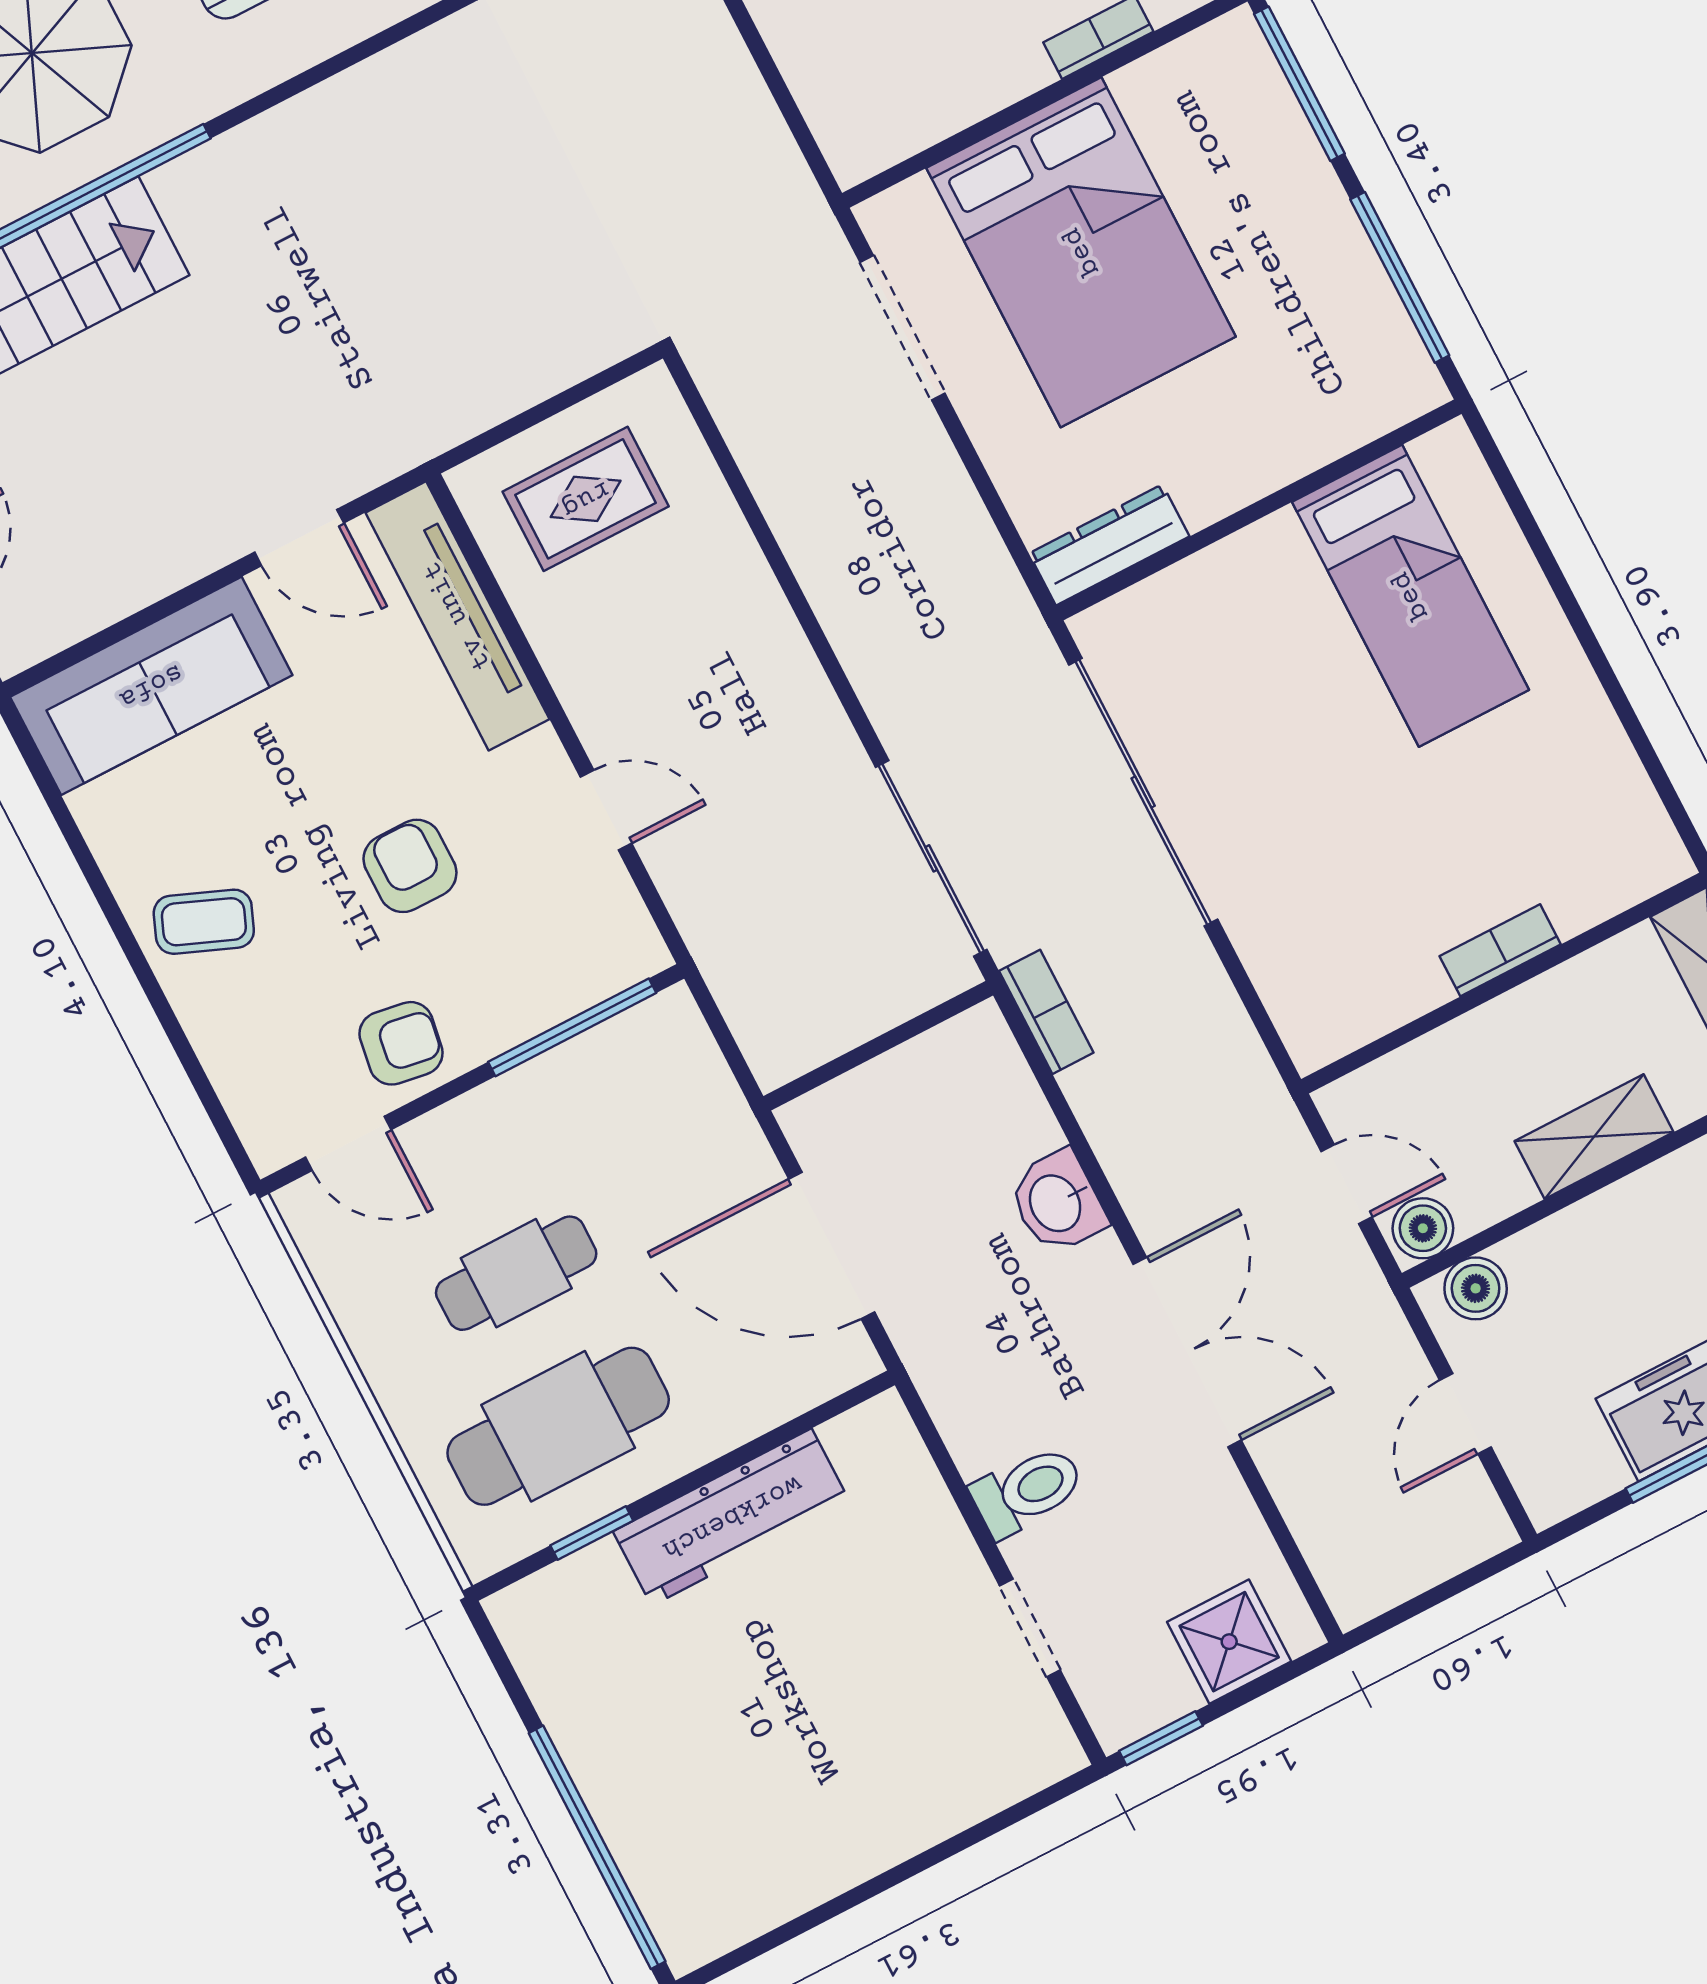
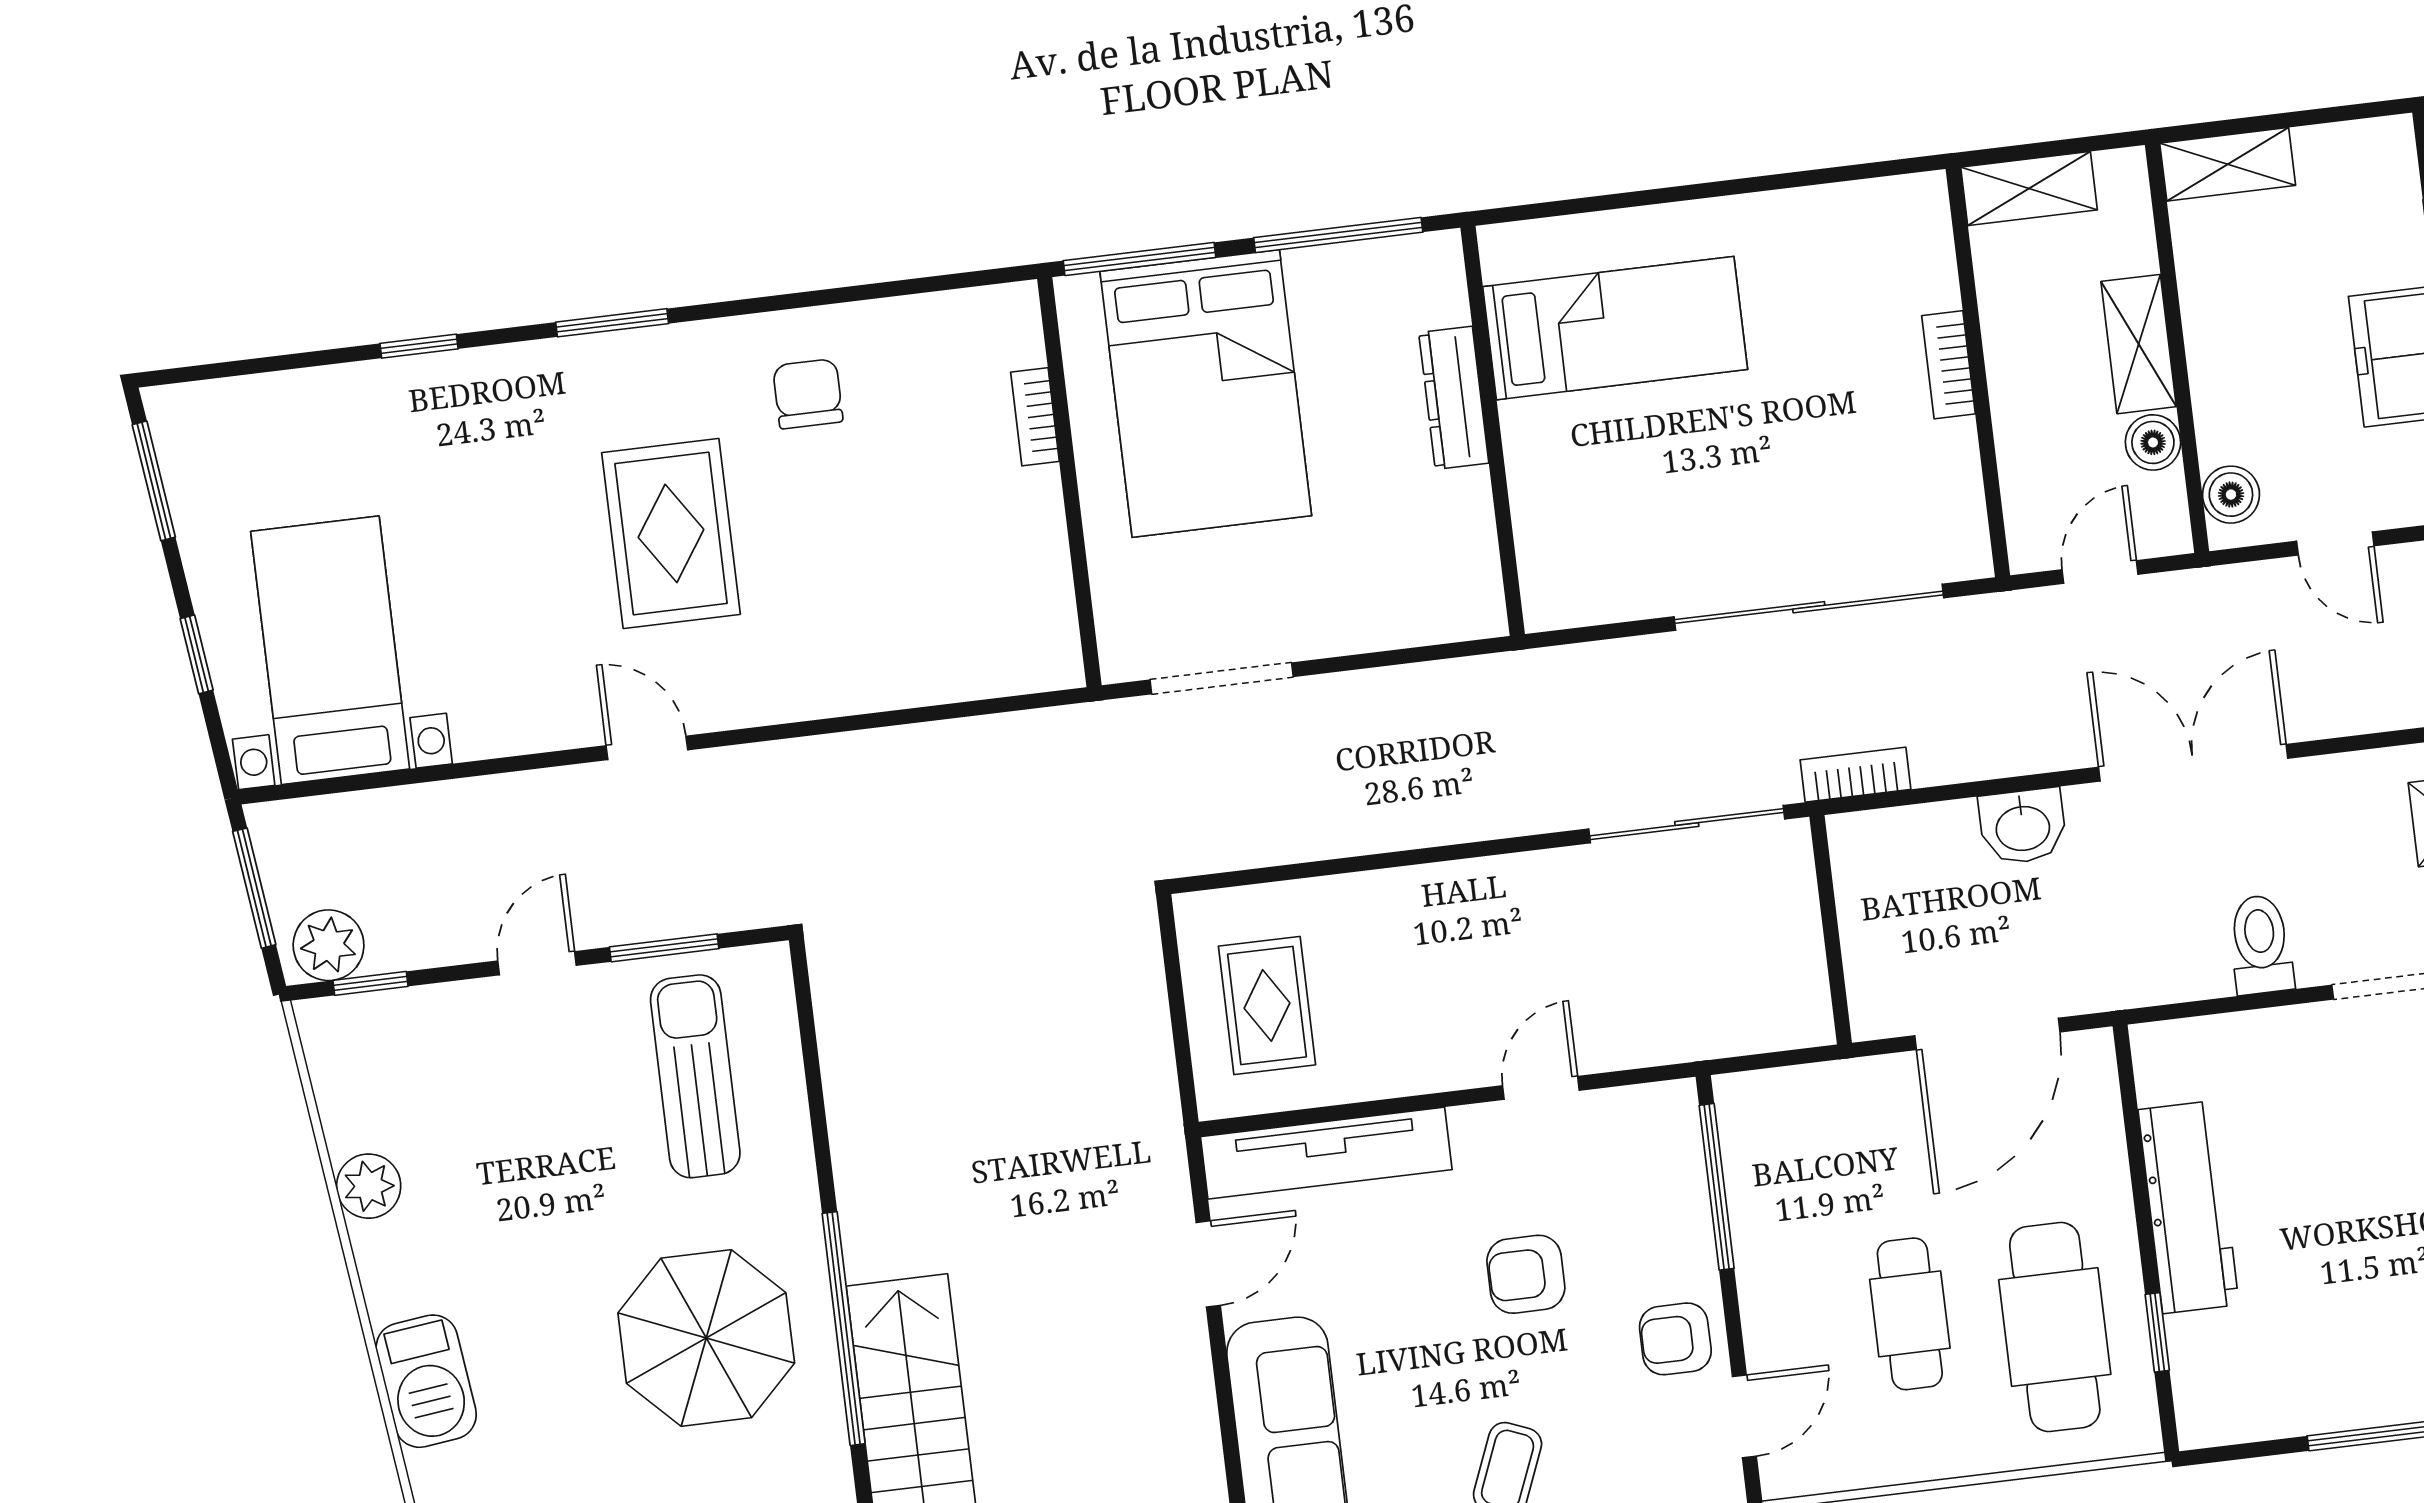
bed: (1081, 252) -> (1206, 394), moved, turned 90
dresser: (1109, 545) -> (1454, 398), moved
sliding door: (1143, 792) -> (1809, 607), moved
armchair: (401, 1043) -> (1675, 1339), turned -99
boiler: (1423, 1228) -> (2153, 442), moved

